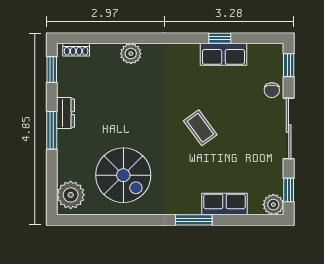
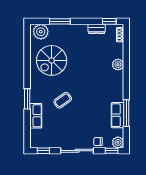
window: (220, 38) -> (126, 113), width x2.17
dresser: (65, 113) -> (97, 29), moved
coffee table: (200, 128) -> (63, 100), moved
window: (52, 130) -> (60, 21), moved
plant: (273, 205) -> (118, 142), moved

